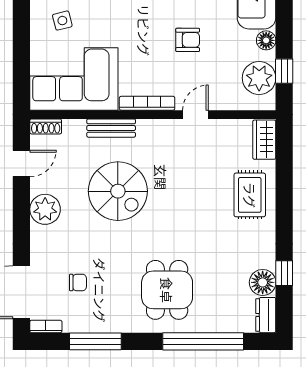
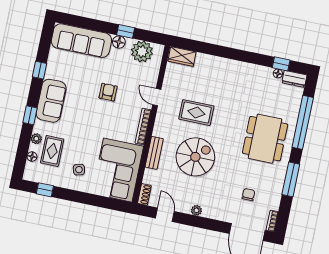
window: (284, 71) -> (126, 31), moved
rug: (250, 195) -> (196, 113), moved
plant: (45, 209) -> (196, 210), width x0.53, depth x0.53
window: (284, 273) -> (281, 64), moved
floor lamp: (263, 282) -> (278, 73), width x0.53, depth x0.53
dining table: (167, 290) -> (265, 139), width x1.38
window: (95, 341) -> (291, 179), moved

